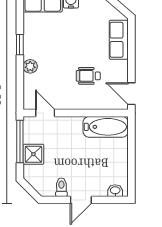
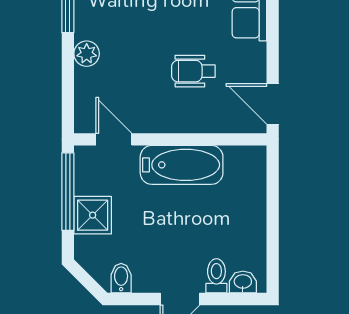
bathtub: (106, 127) -> (182, 165), moved
toilet: (61, 187) -> (216, 276), moved
bidet: (49, 188) -> (121, 278), added

